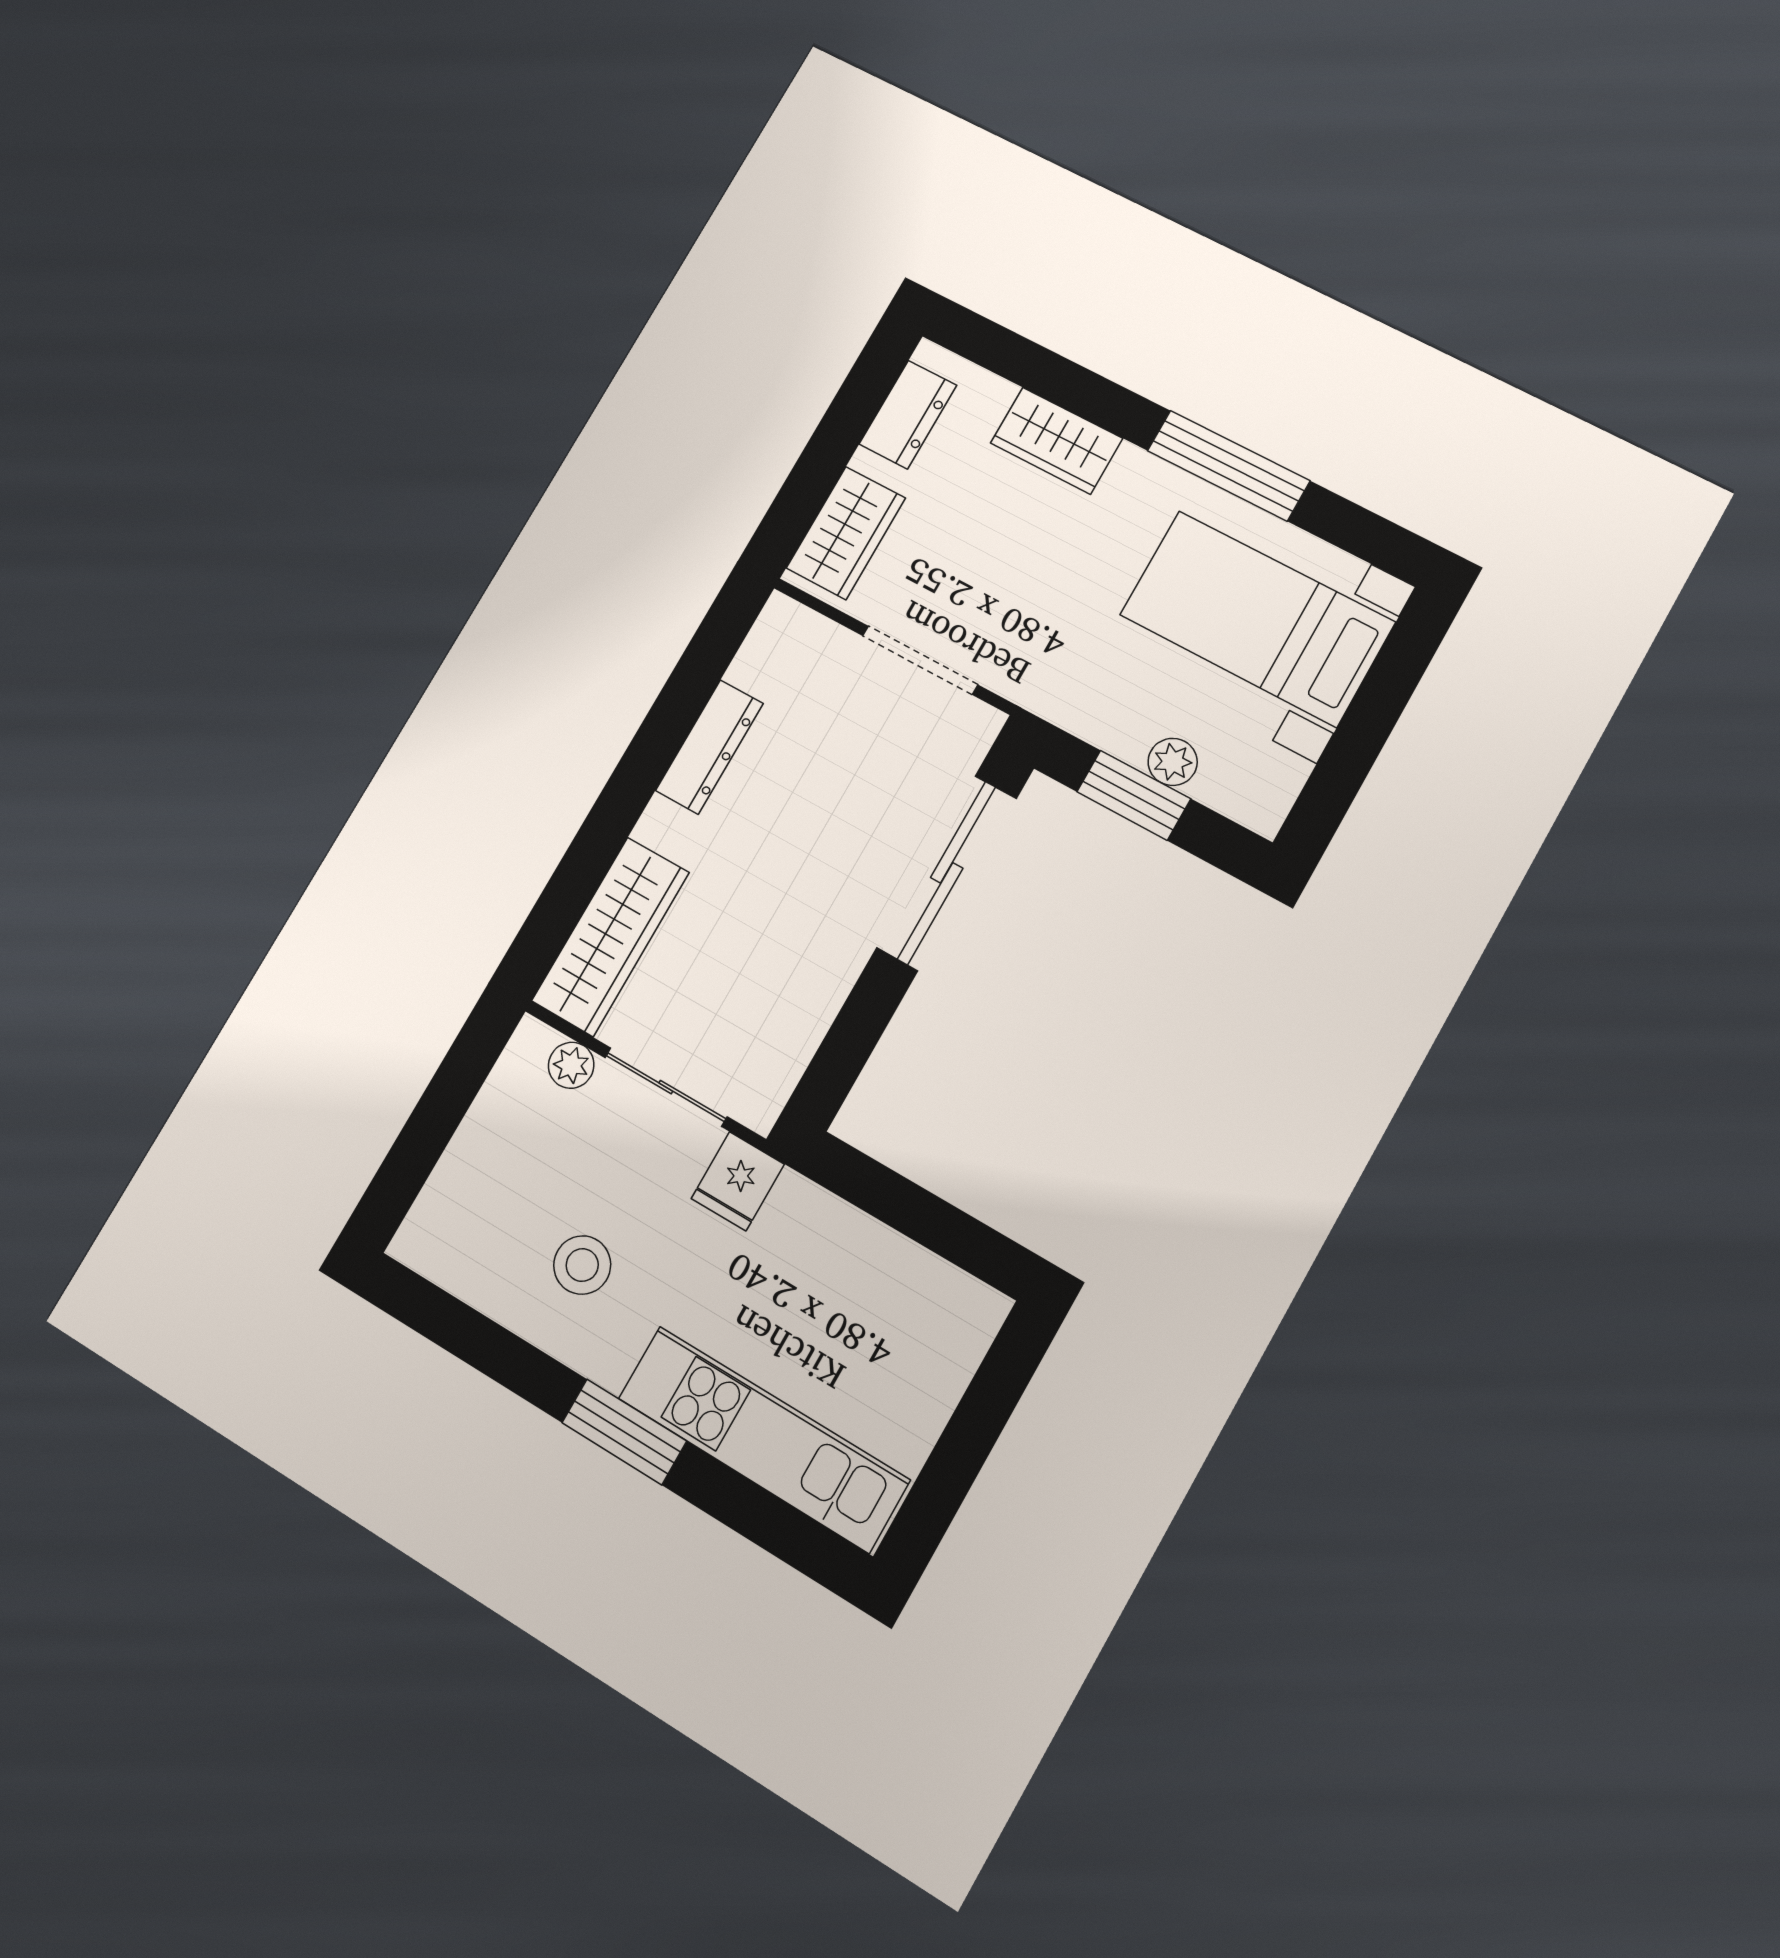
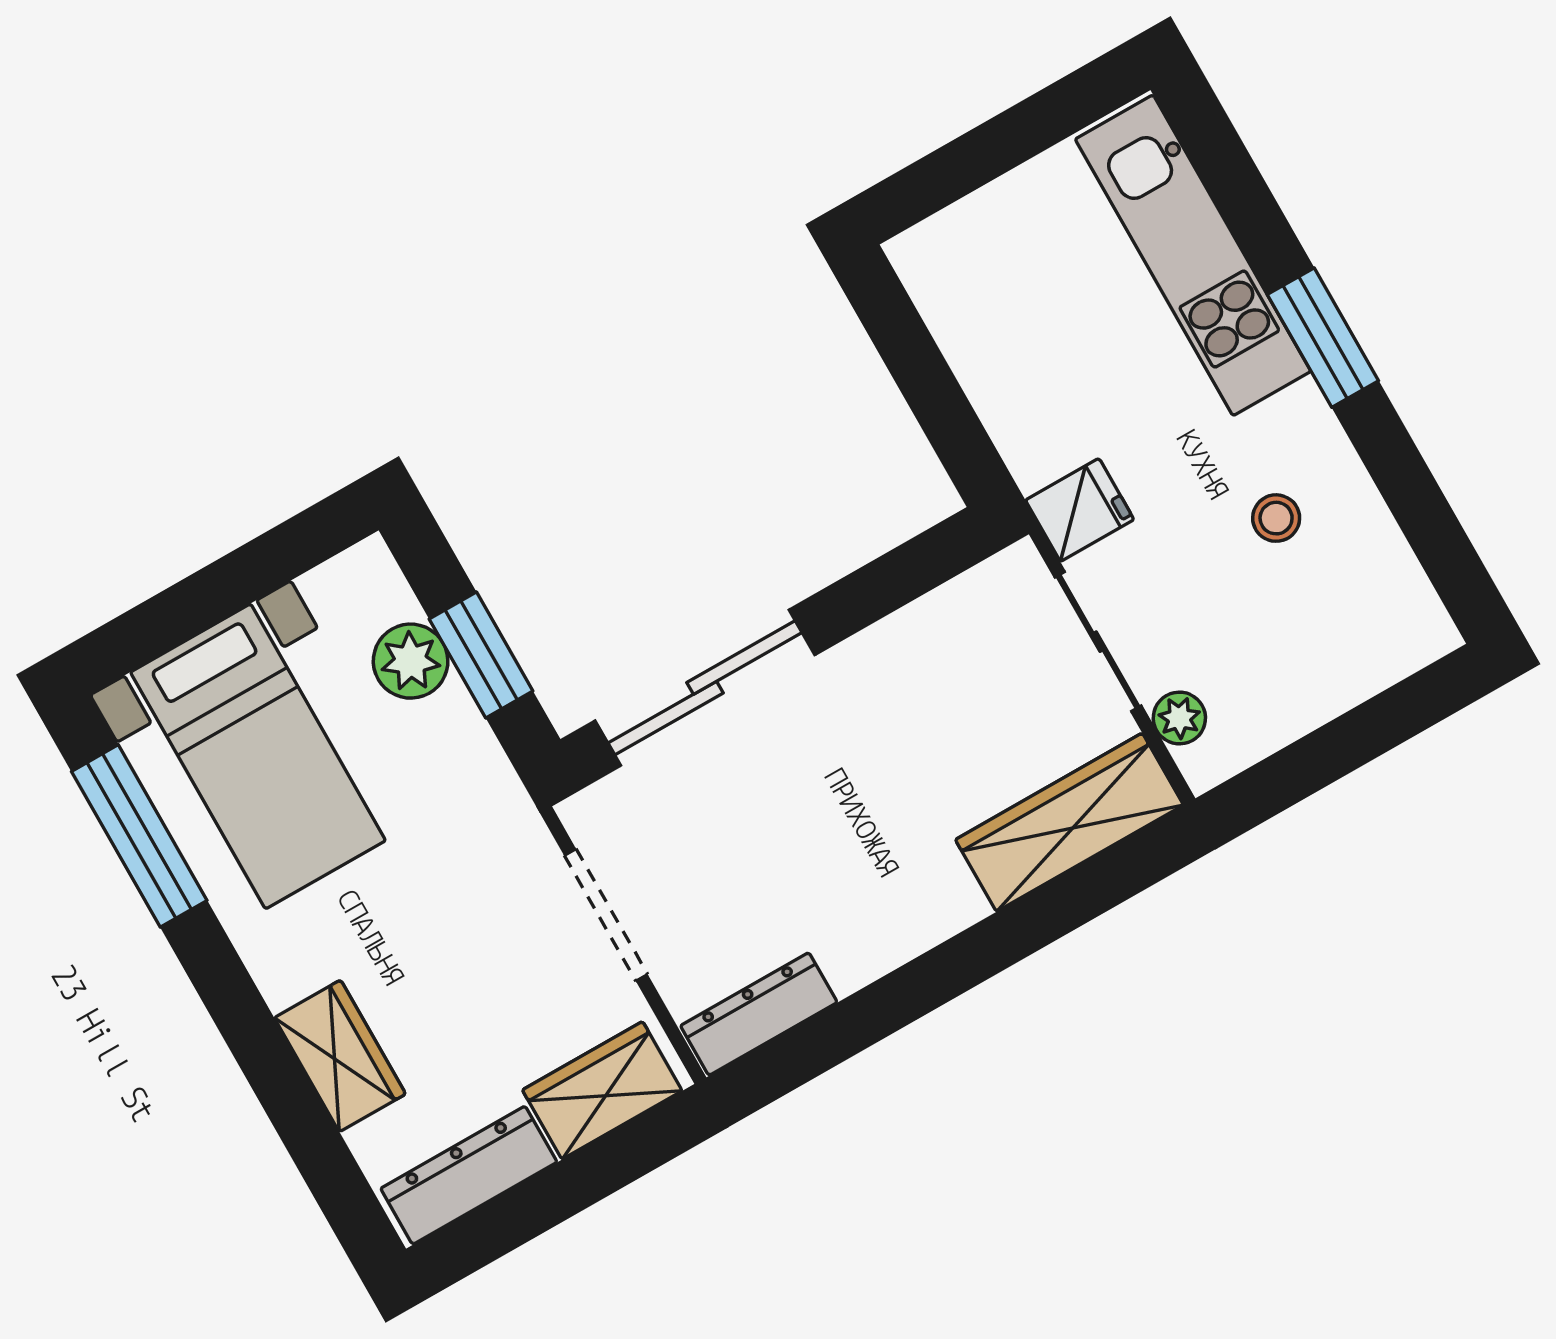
dresser: (908, 415) -> (469, 1175), width x1.44
window: (1228, 466) -> (139, 836), moved
dresser: (709, 747) -> (759, 1014), moved
plant: (1173, 762) -> (411, 661), width x1.38, depth x1.38
stool: (582, 1265) -> (1276, 518), width x0.73, depth x0.73

